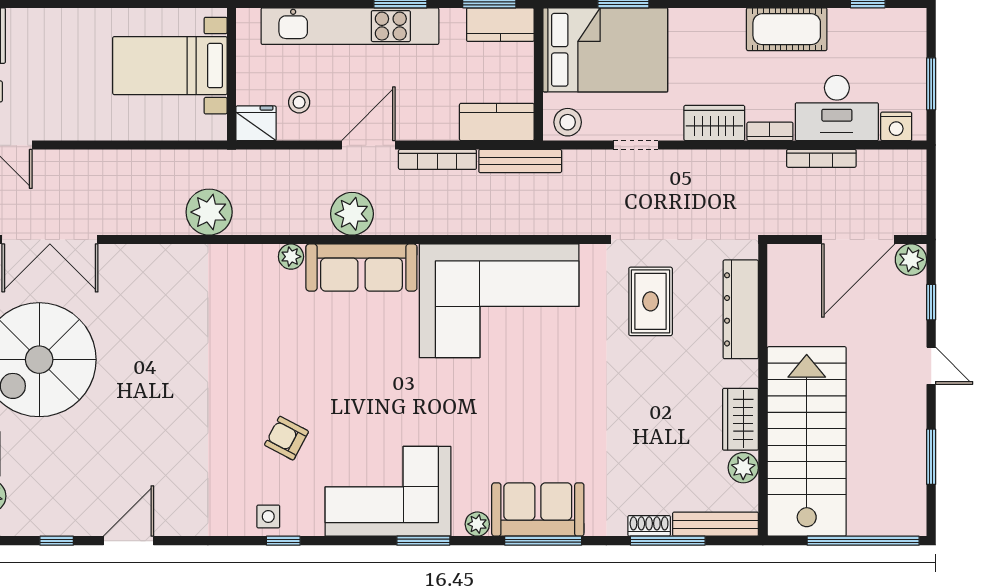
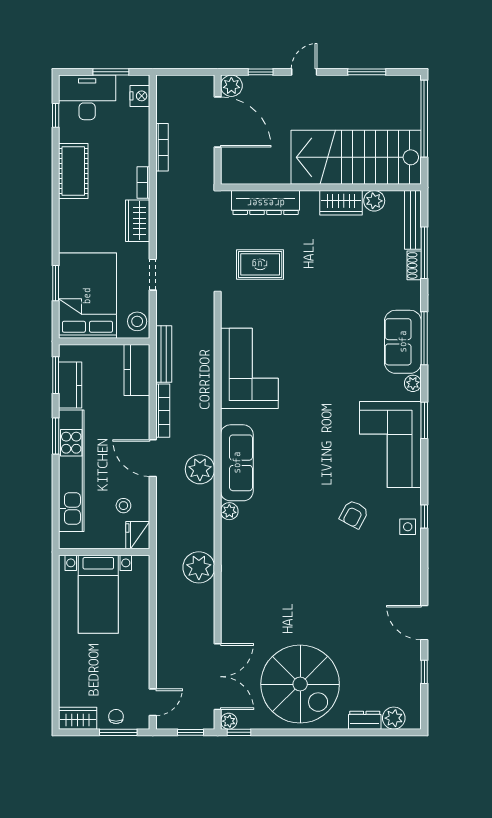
kitchen counter: (500, 25) -> (70, 385), moved
desk: (837, 108) -> (87, 97), moved, turned -90
corner sofa: (499, 301) -> (249, 368), width x0.73, depth x0.74

